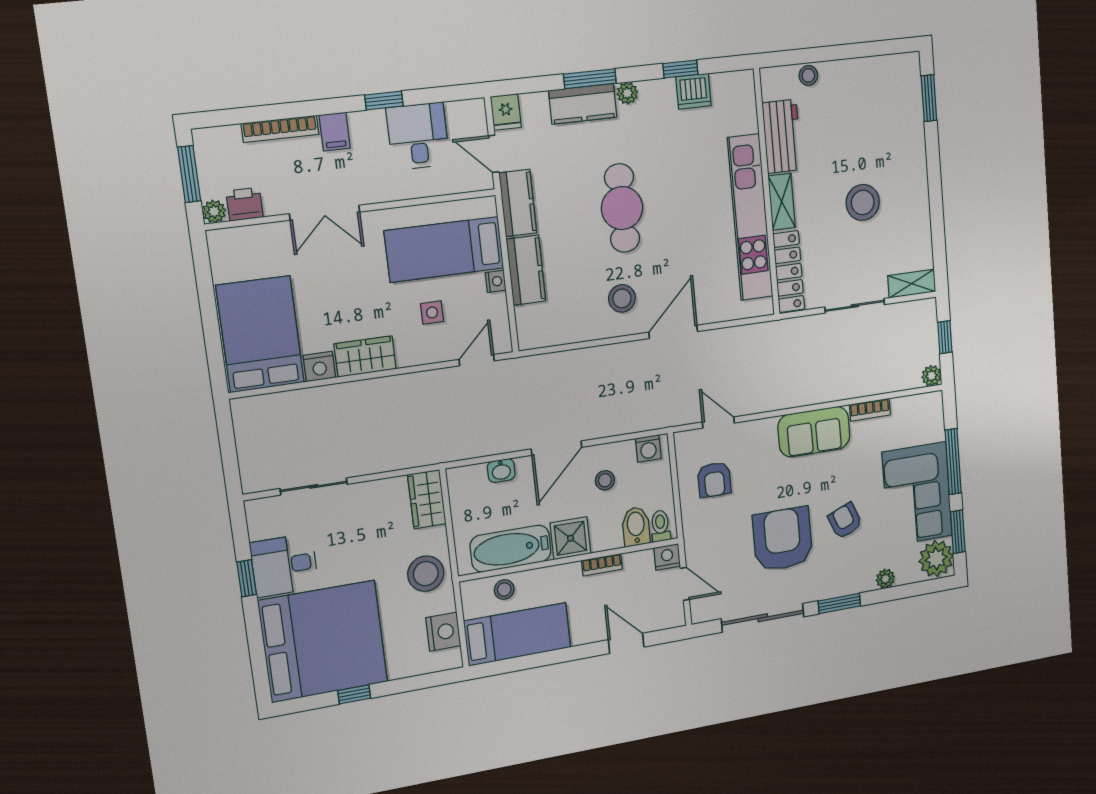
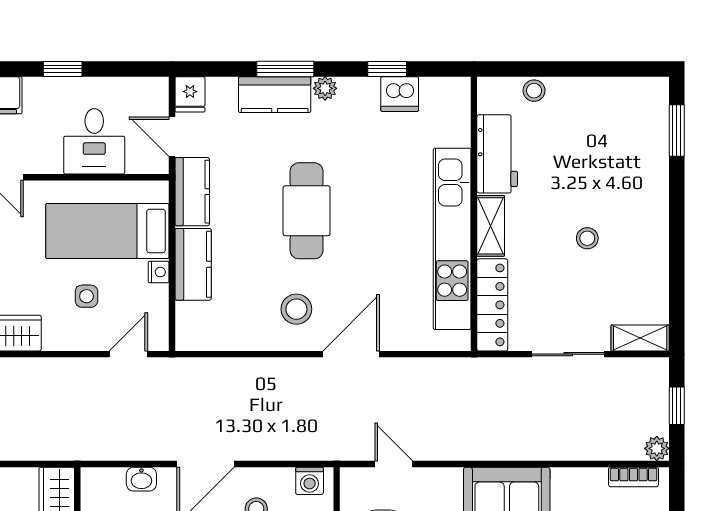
desk: (418, 136) -> (94, 141), moved, turned 180
stool: (863, 202) -> (587, 238), width x0.53, depth x0.53
bookcase: (870, 410) -> (633, 477), moved

